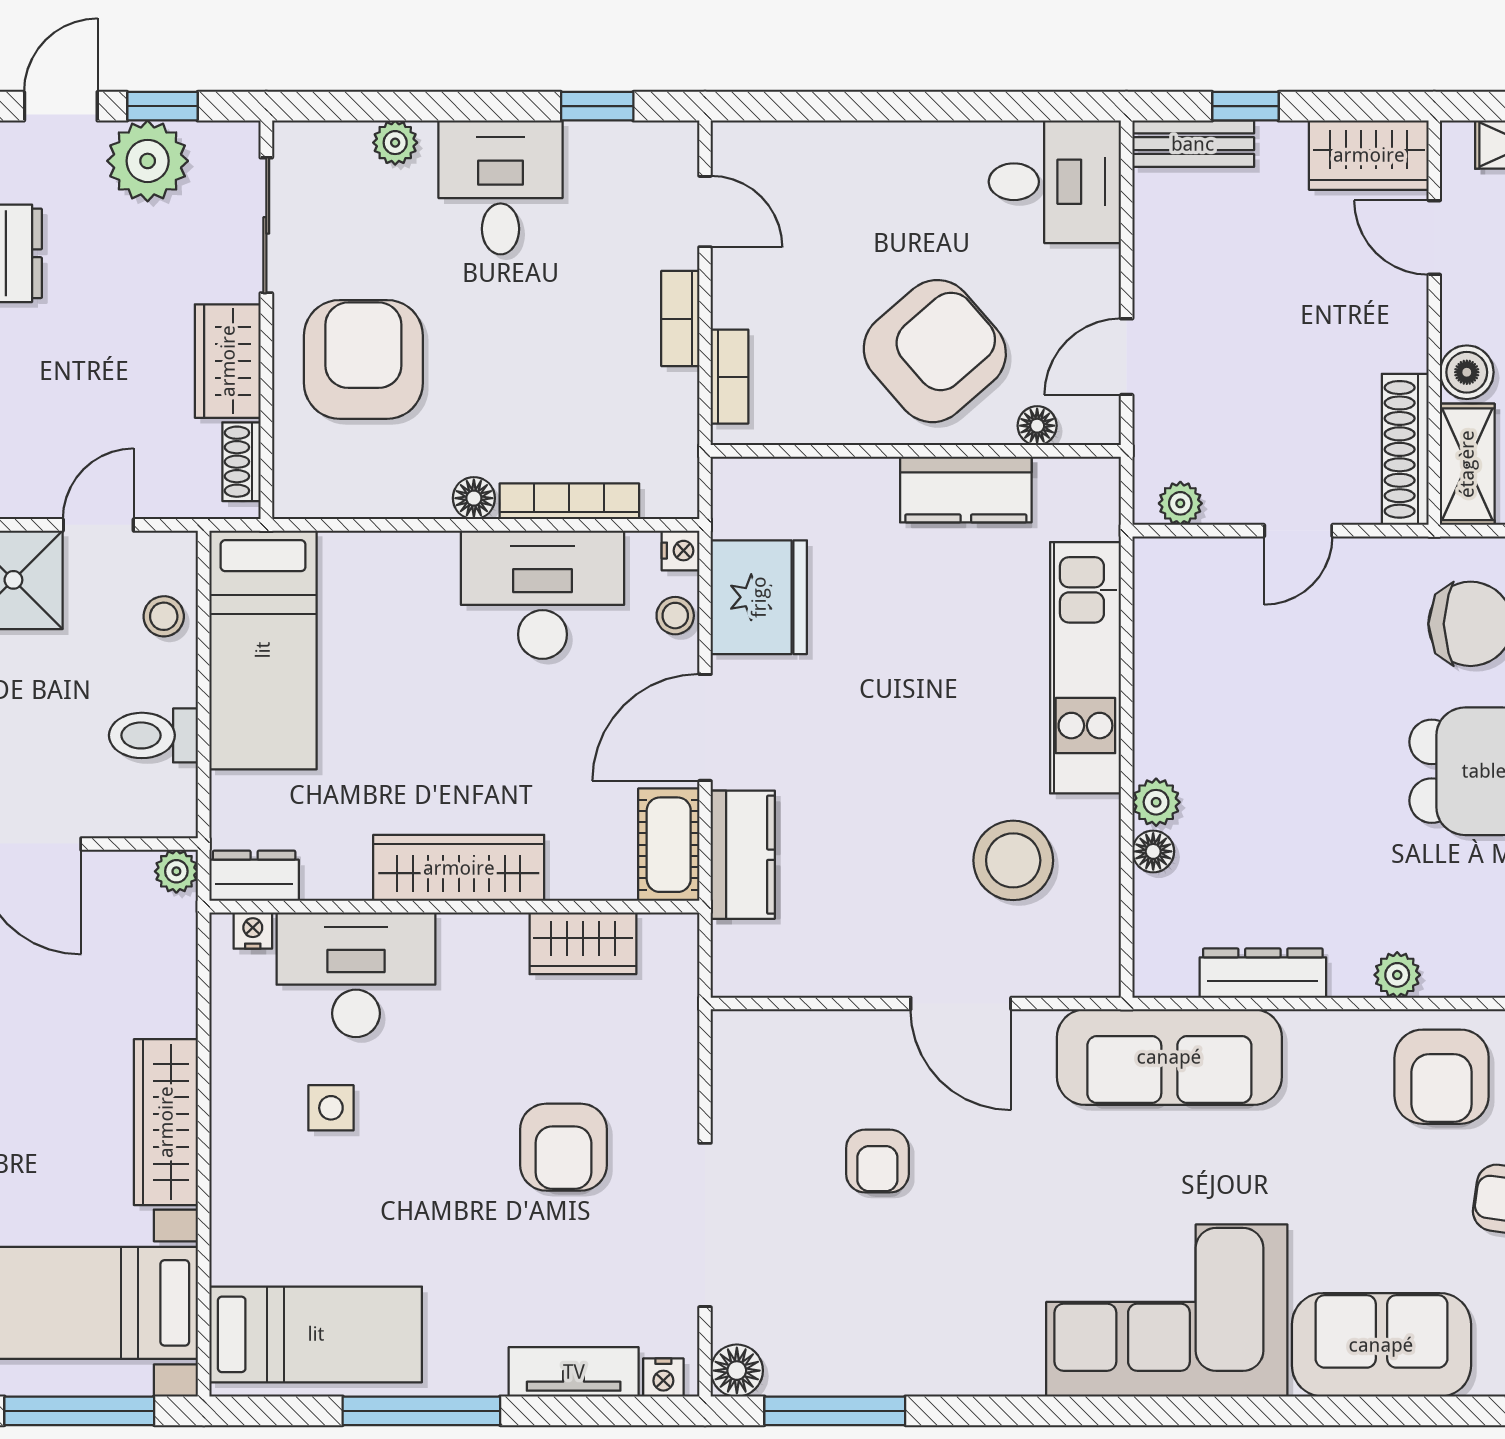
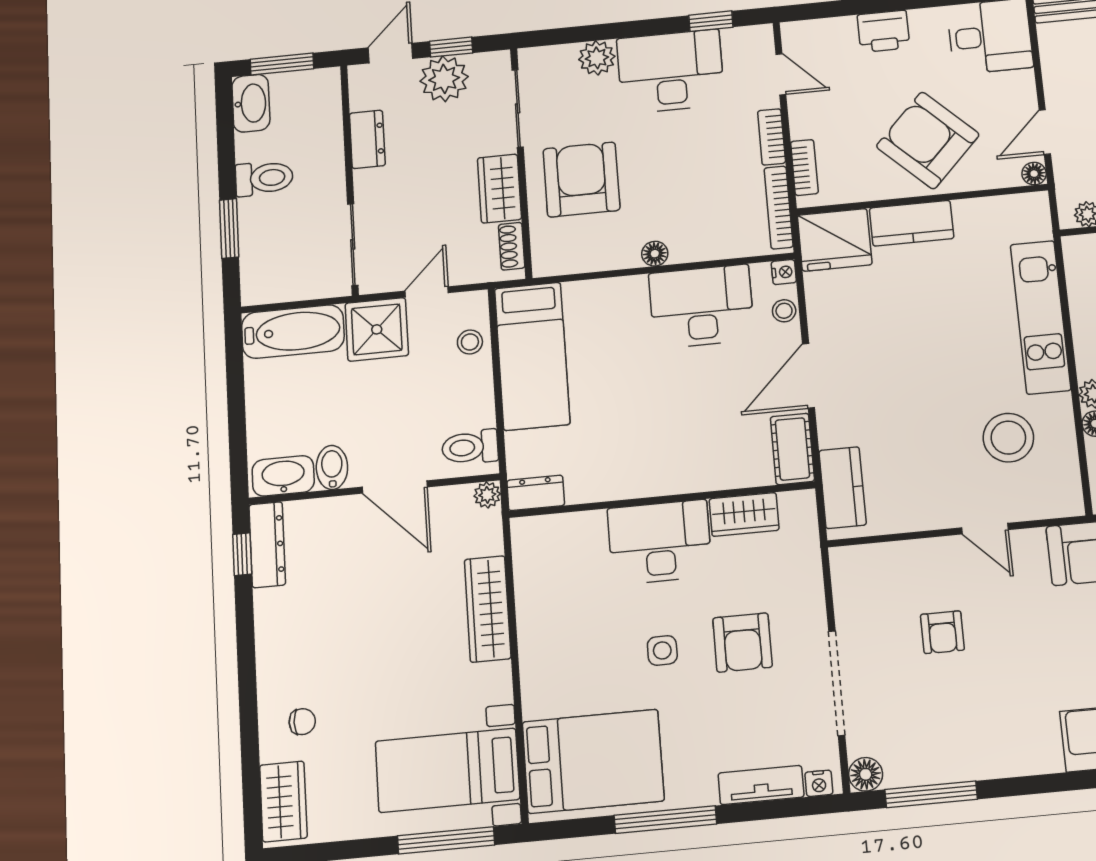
plant: (395, 143) -> (597, 58), width x1.38, depth x1.38
printer: (881, 154) -> (883, 31), added
desk: (501, 187) -> (671, 71), width x1.37
armchair: (935, 351) -> (928, 140), turned -95
floor lamp: (1037, 426) -> (1034, 174), moved
kitchen counter: (966, 489) -> (912, 223), moved
bookcase: (569, 501) -> (779, 207), moved, turned -90
fridge: (759, 597) -> (835, 240), moved, turned 90
toilet: (153, 735) -> (470, 447), moved
kitchen counter: (743, 855) -> (843, 488), moved
wardrobe: (459, 868) -> (663, 476), removed
nightstand: (253, 931) -> (537, 527), removed
desk: (356, 975) -> (660, 542), moved
door: (961, 1004) -> (985, 529), width x0.73
side table: (331, 1108) -> (662, 650), moved
wardrobe: (166, 1122) -> (488, 609), moved
bed: (316, 1334) -> (593, 761), width x1.50

